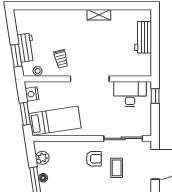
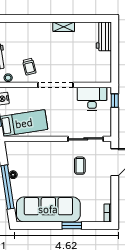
workbench: (143, 37) -> (104, 36), moved
plant: (42, 158) -> (12, 157), removed
armchair: (94, 159) -> (59, 157), removed

